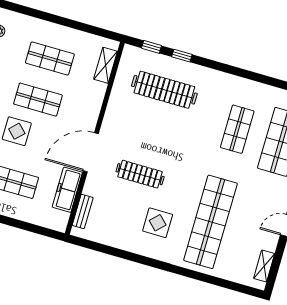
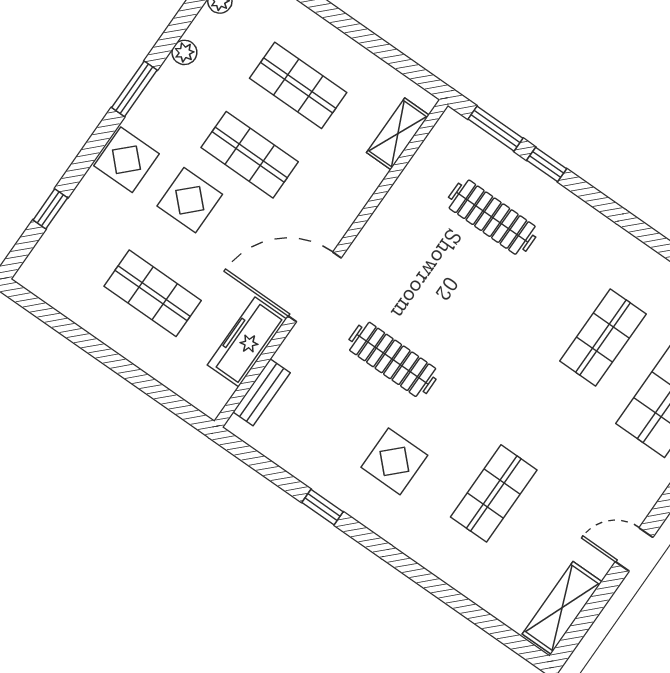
window: (151, 47) -> (495, 129), width x1.50
clothes rail: (164, 90) -> (492, 217), width x0.73, depth x0.76
shop shelf: (210, 222) -> (494, 493), width x0.50, depth x0.74
window: (131, 256) -> (323, 507), added
shelving: (264, 266) -> (562, 608), width x1.50, depth x1.33

